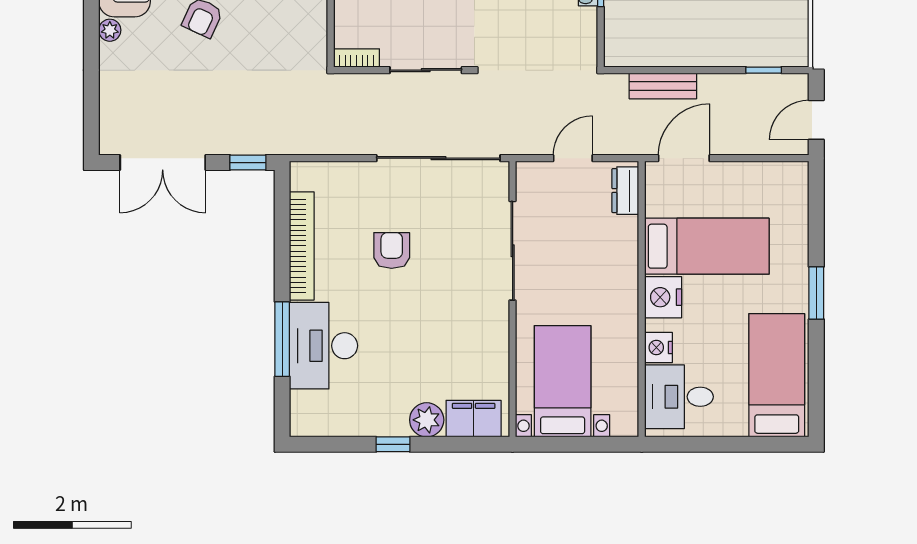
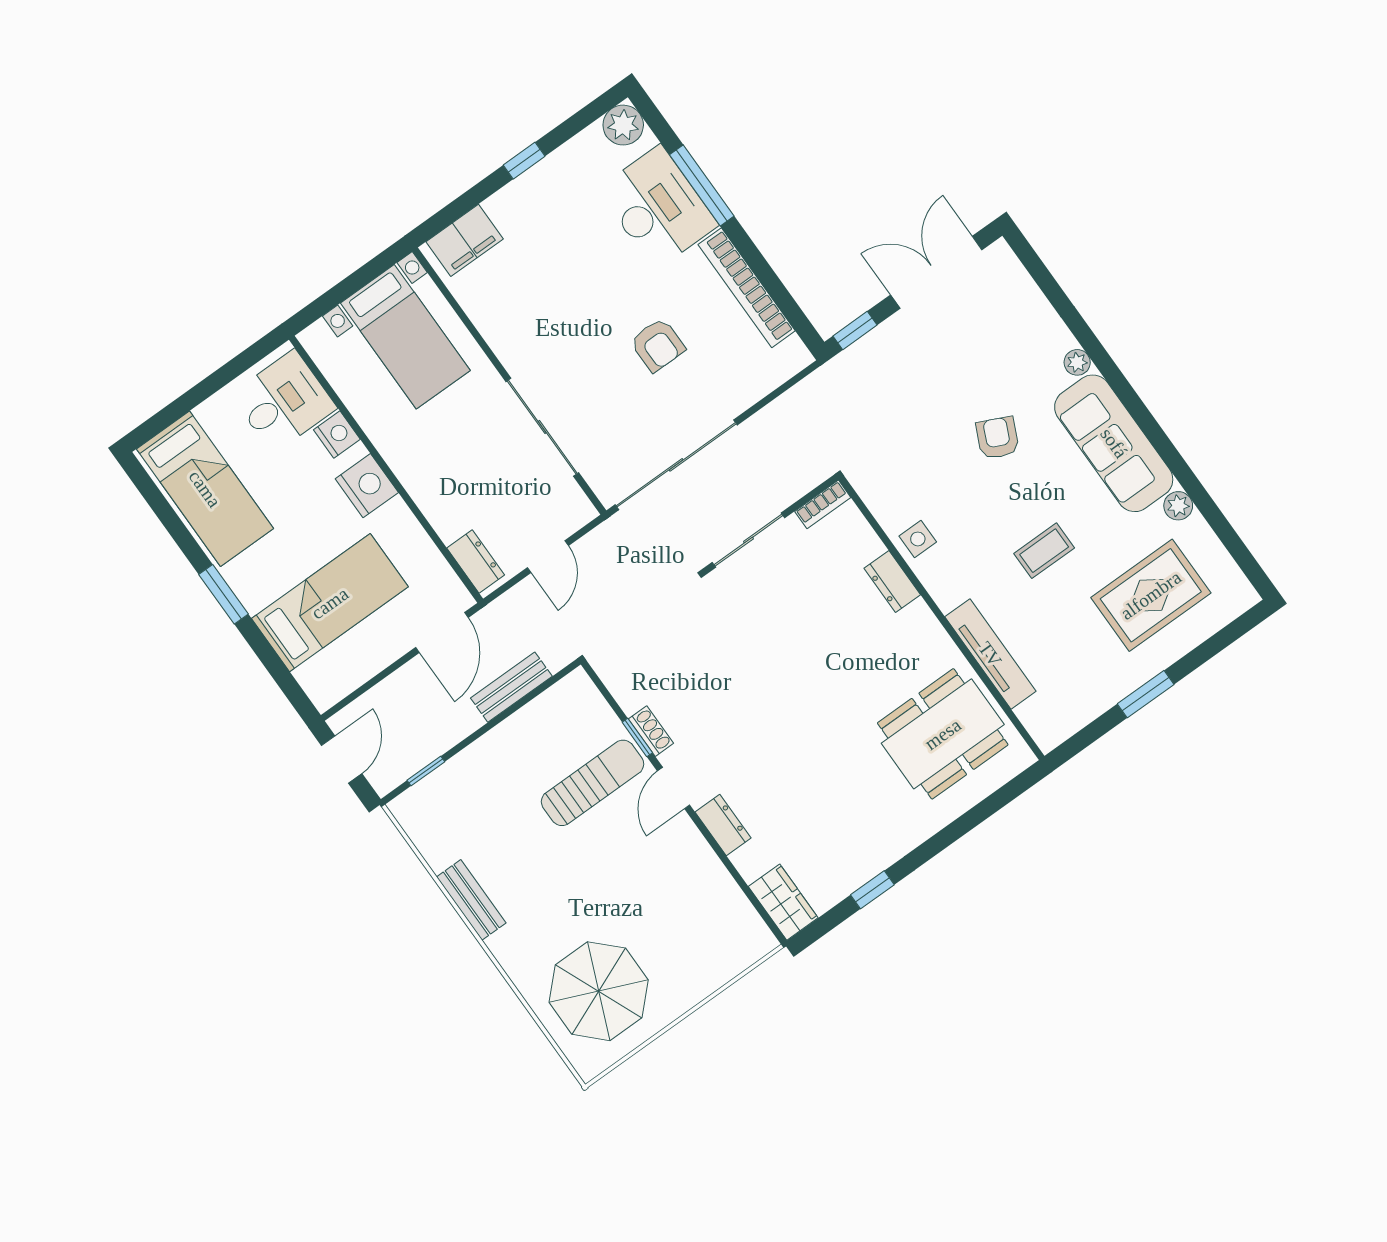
bed: (707, 246) -> (330, 603), moved, turned 180
plant: (427, 420) -> (623, 125), moved

